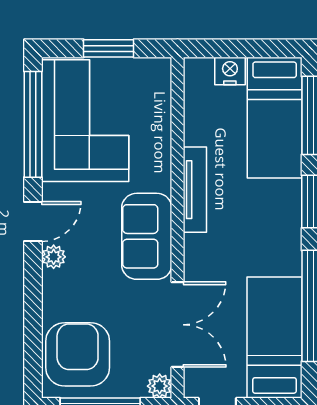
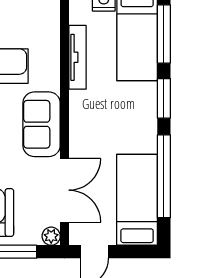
tv unit: (195, 190) -> (78, 57), moved

